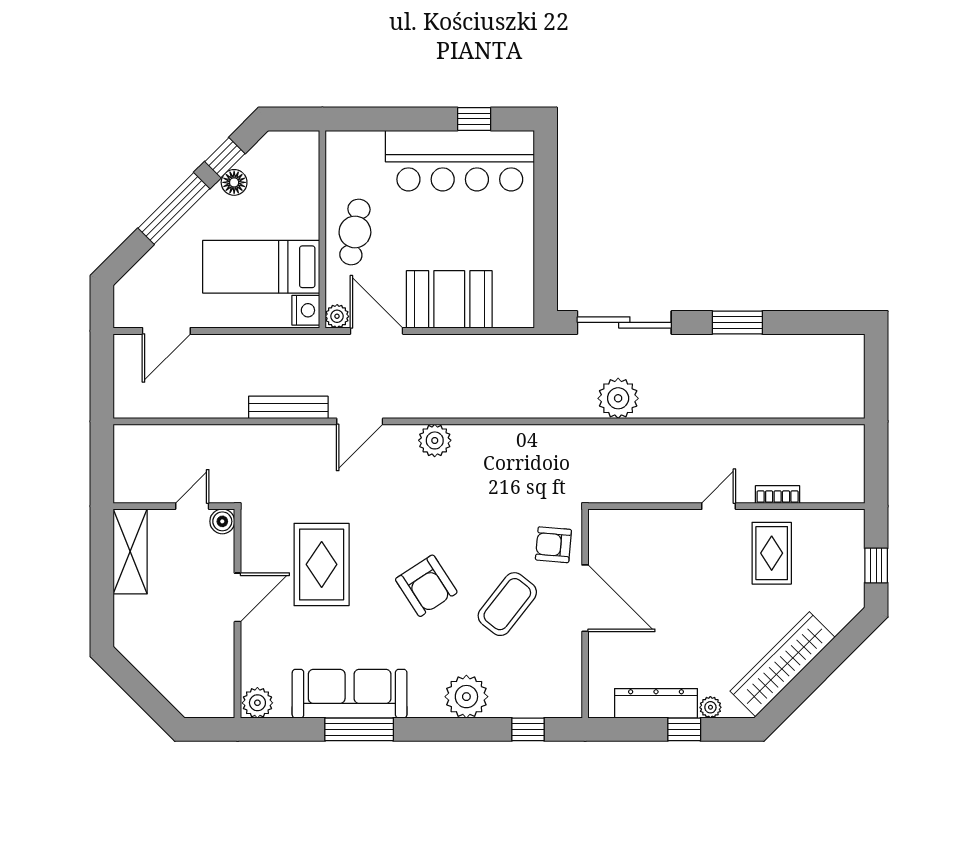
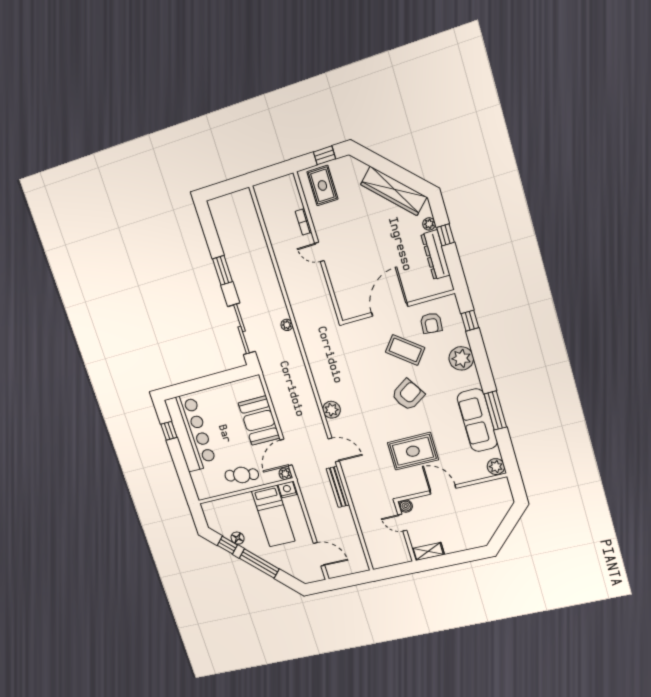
plant: (618, 398) -> (287, 325), width x0.53, depth x0.53
armchair: (553, 545) -> (431, 323), moved
shelving: (130, 551) -> (428, 552), width x0.67, depth x0.75
rug: (772, 553) -> (322, 185), moved, turned 90

